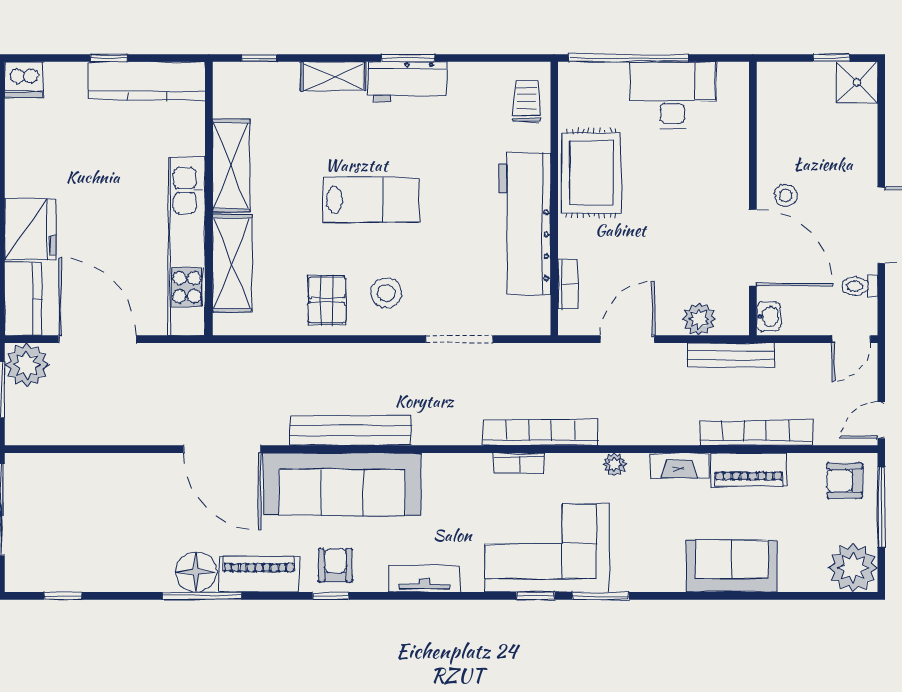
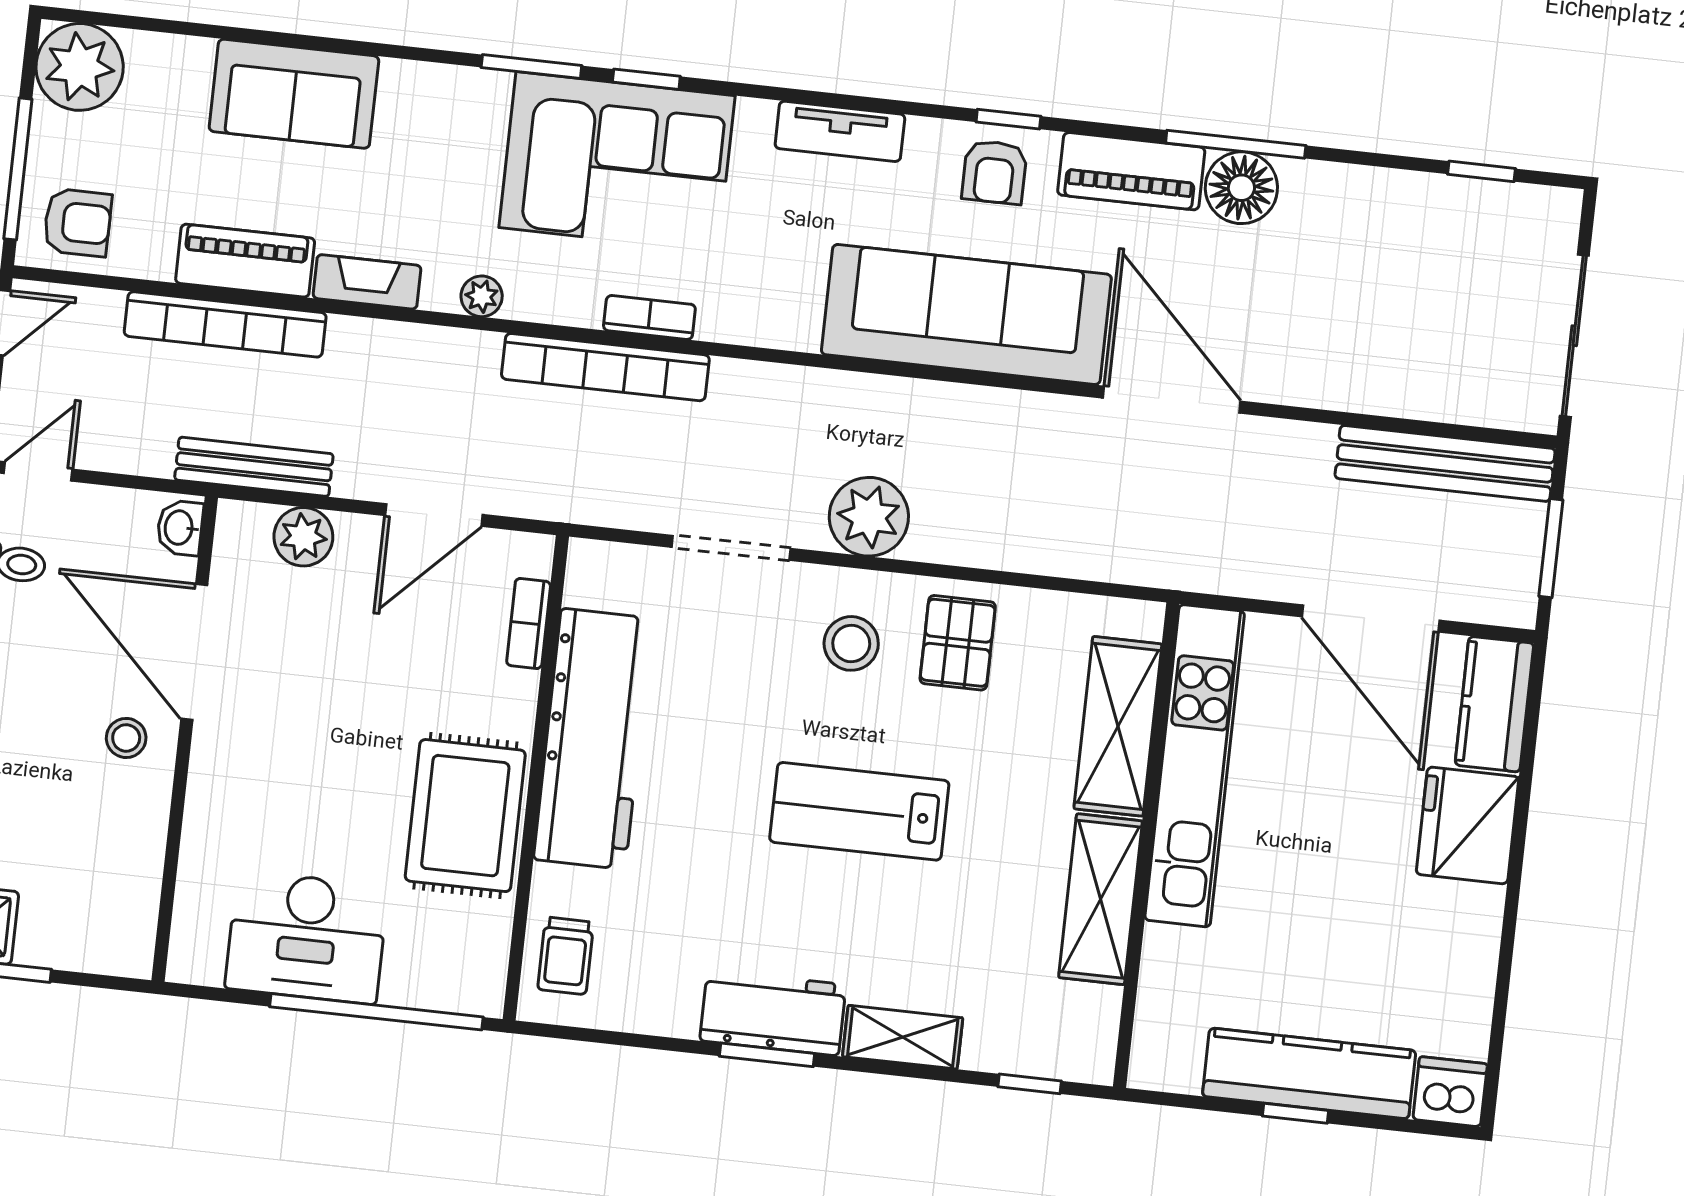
kitchen counter: (147, 81) -> (1309, 1073), moved
plant: (27, 365) -> (869, 517), moved
bench: (350, 430) -> (1445, 463), moved

